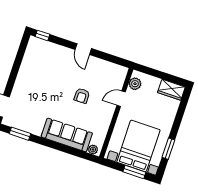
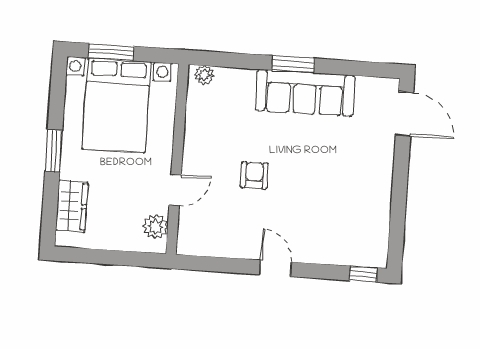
wardrobe: (171, 90) -> (72, 206), moved, turned 90
window: (20, 134) -> (293, 64), moved
sofa: (67, 135) -> (305, 93), moved
window: (168, 149) -> (54, 151), moved

